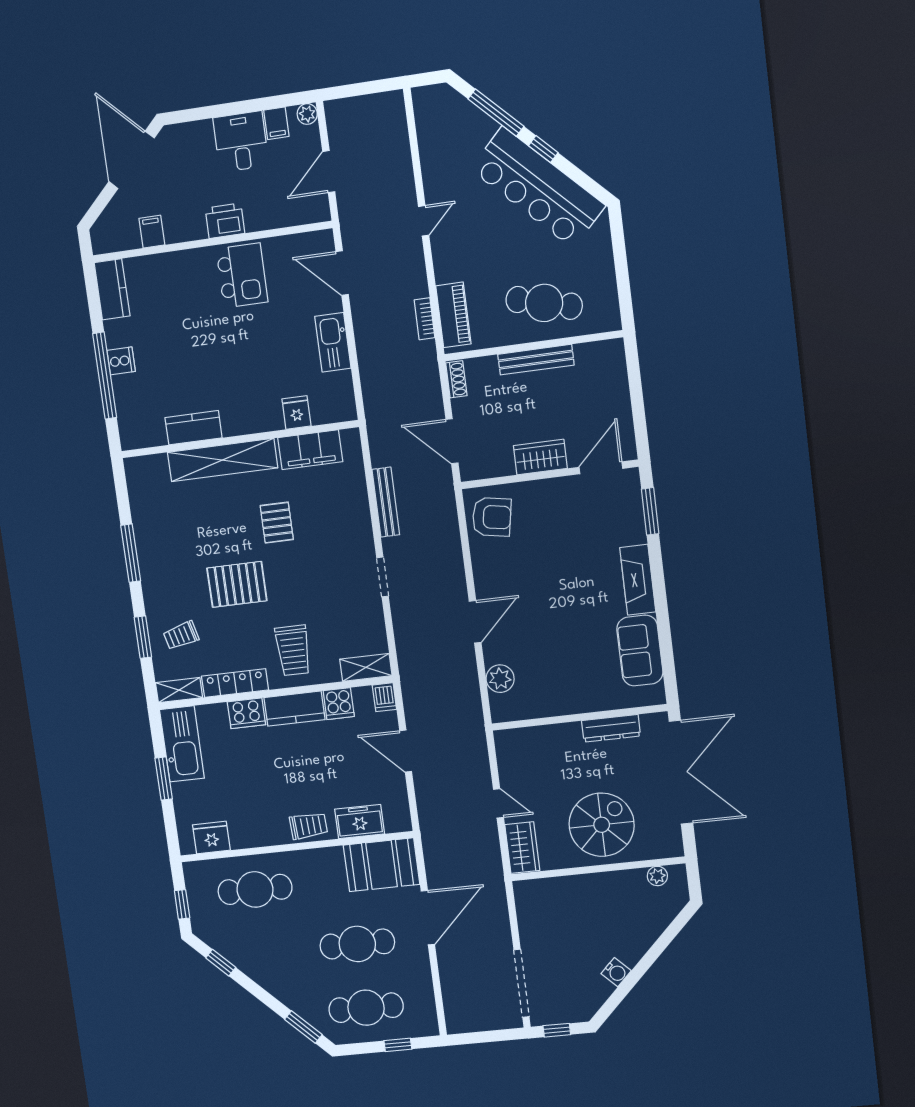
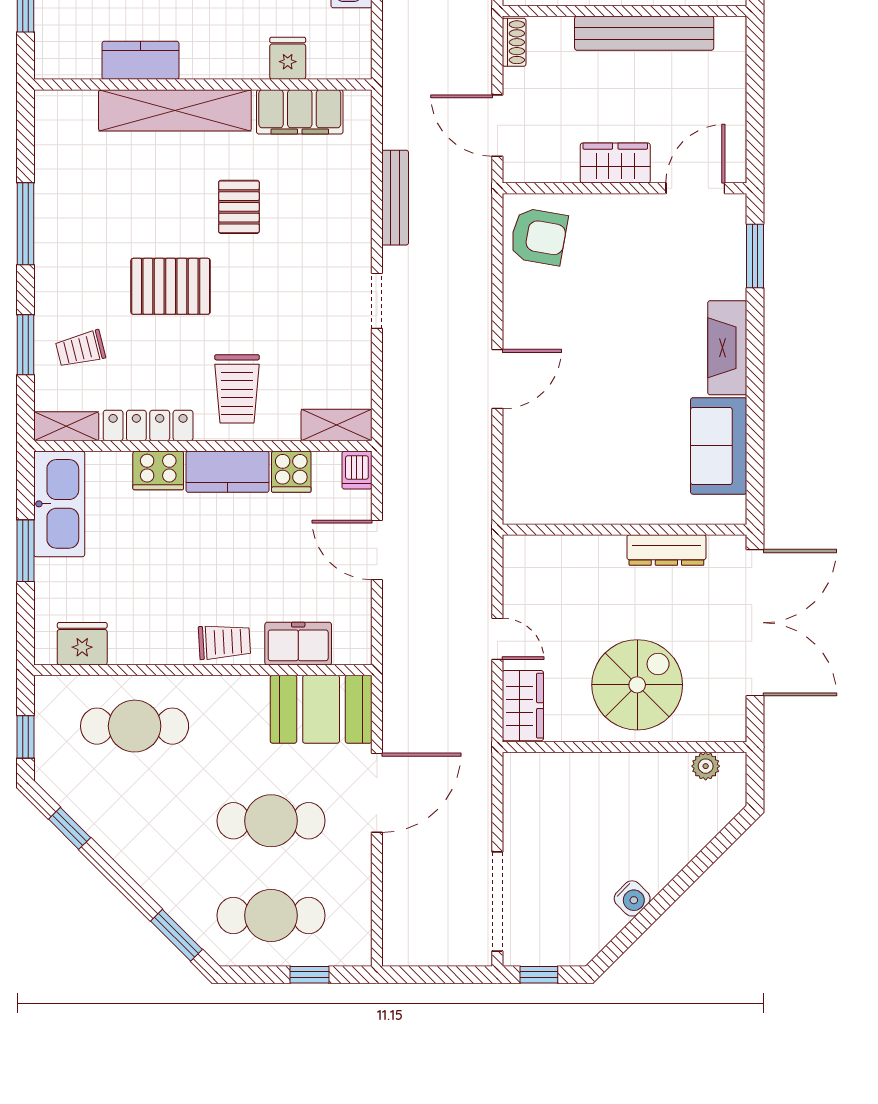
bench: (536, 360) -> (644, 33), width x1.37, depth x1.21
plant: (500, 679) -> (522, 463), removed

